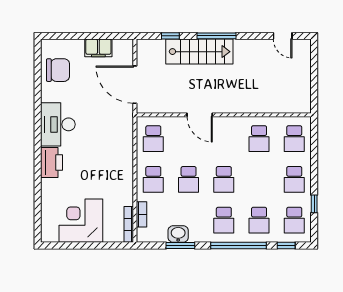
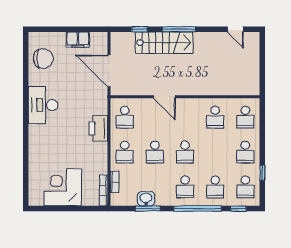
printer: (52, 163) -> (98, 128), moved, turned 180

